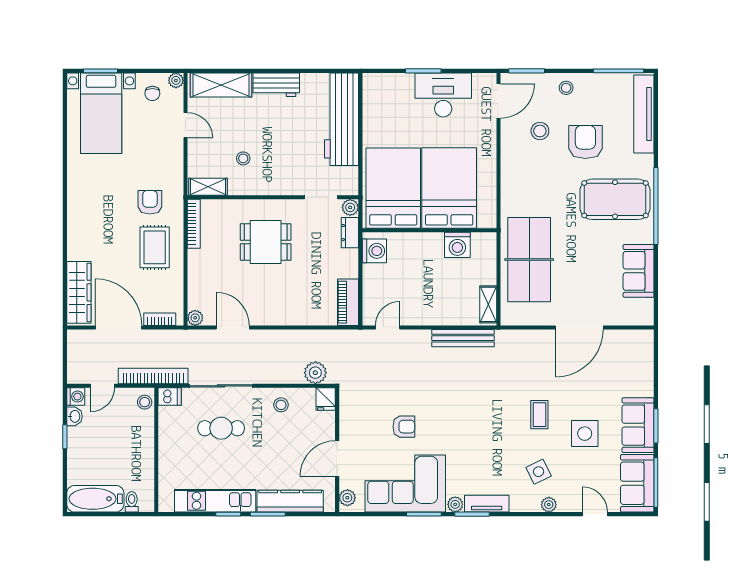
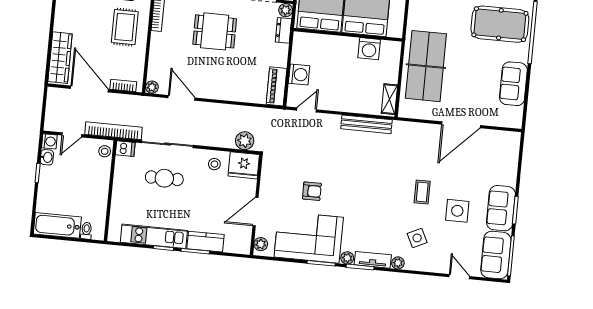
washing machine: (374, 251) -> (299, 74), moved
fridge: (326, 399) -> (244, 165), width x1.88, depth x1.34
kitchen counter: (290, 501) -> (206, 242), width x0.67
plant: (549, 505) -> (398, 263), moved

